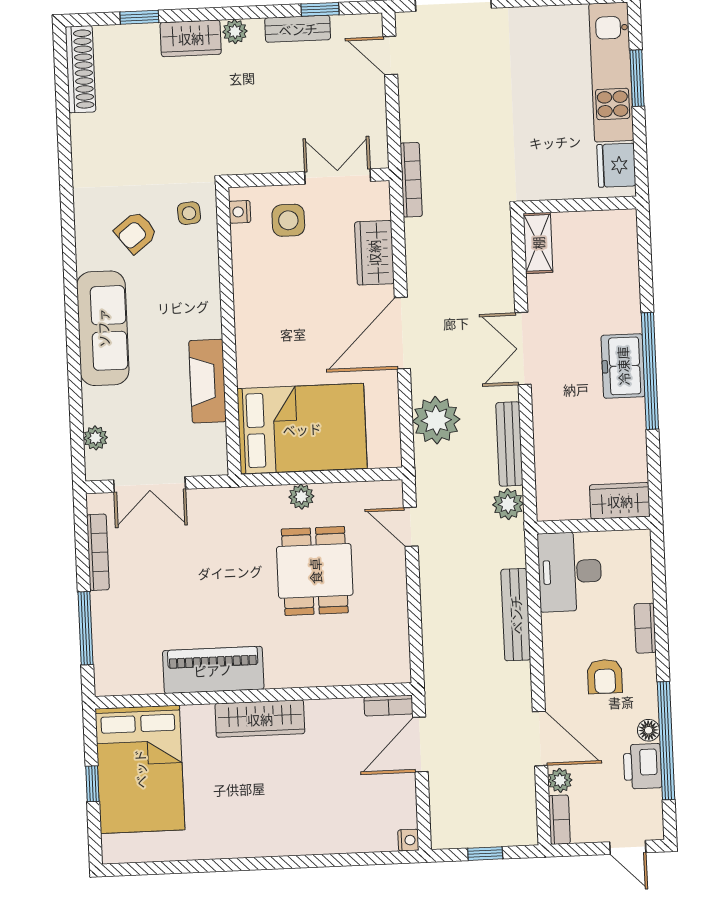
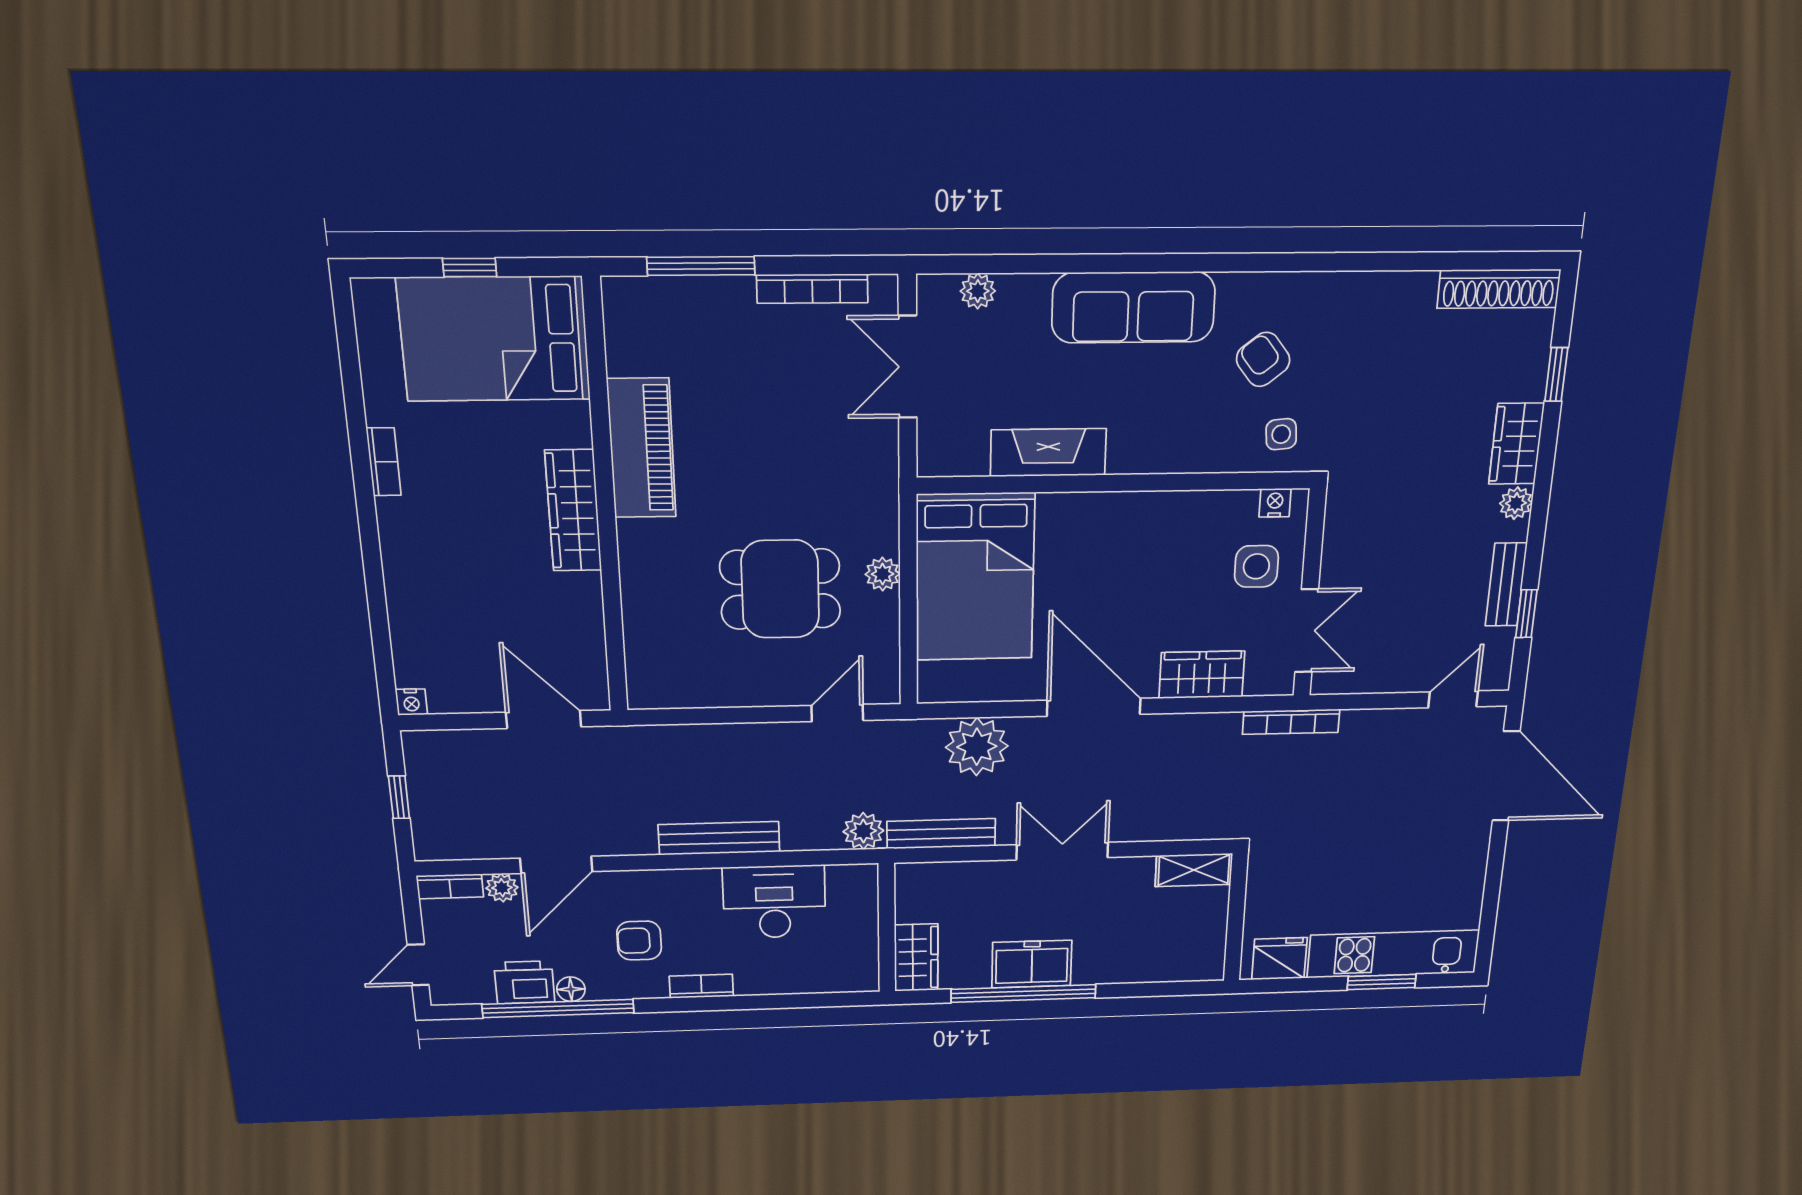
wardrobe: (620, 501) -> (916, 958), moved
wall: (594, 525) -> (887, 928), moved
bookcase: (388, 706) -> (384, 462), moved, turned 180

